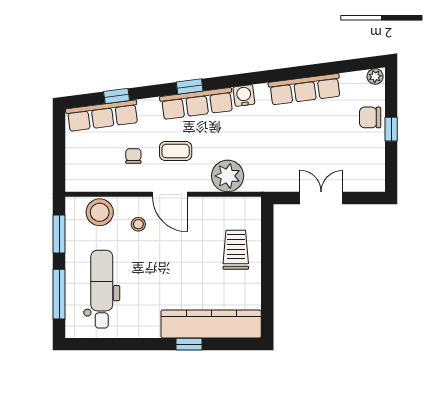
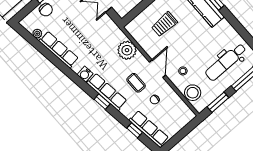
plant: (375, 76) -> (37, 34), moved
trolley: (236, 250) -> (164, 24), moved

